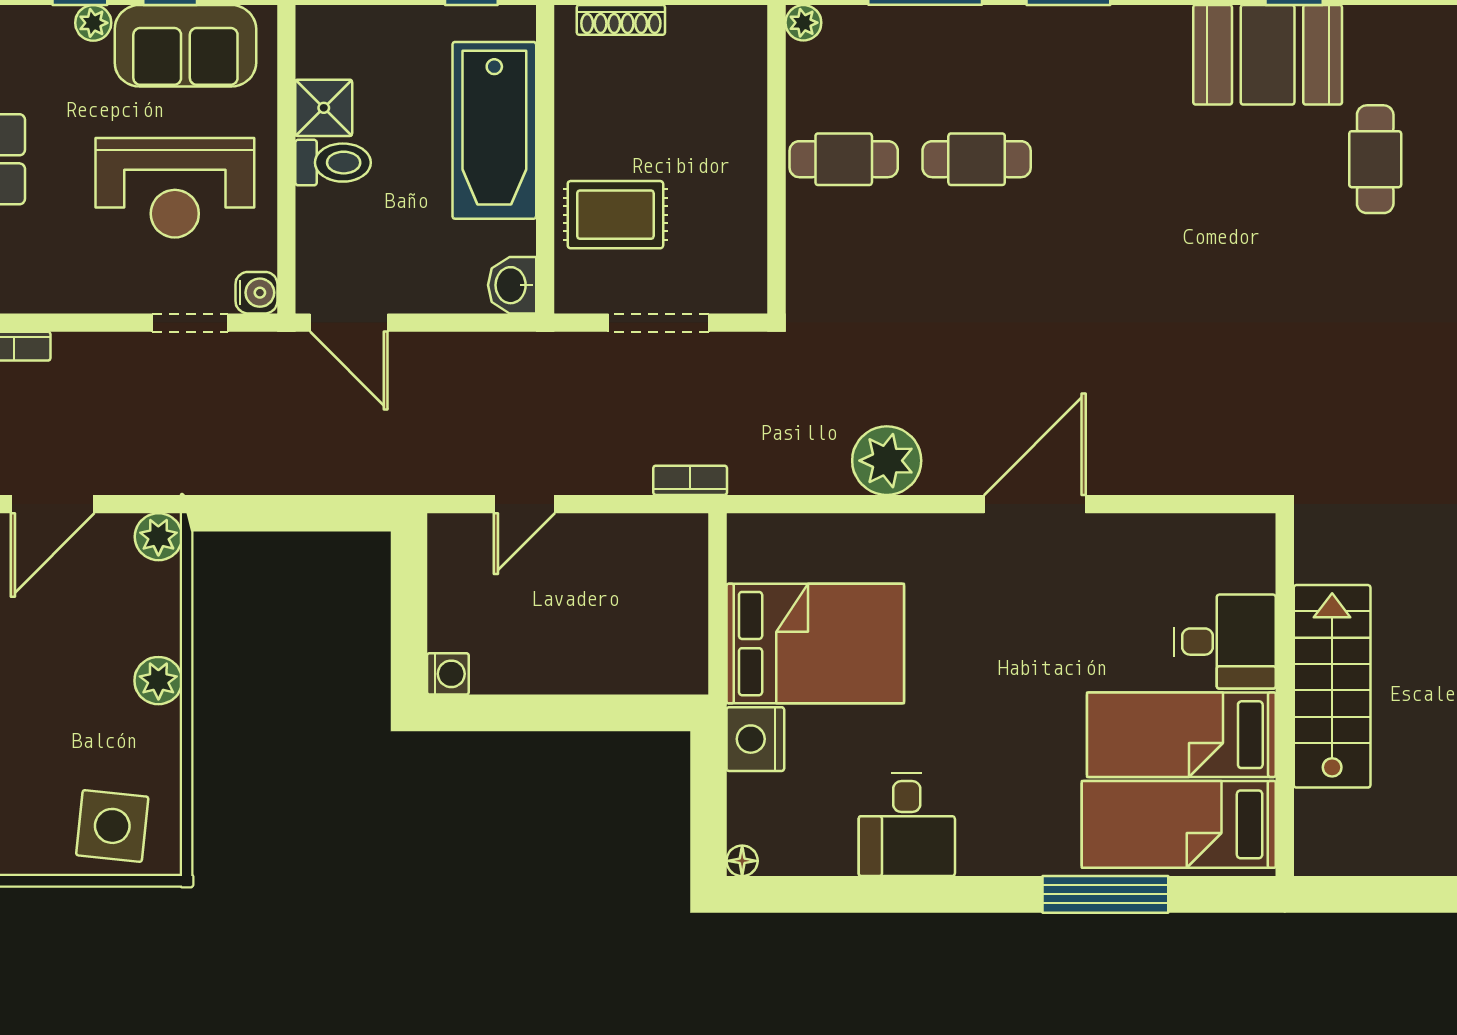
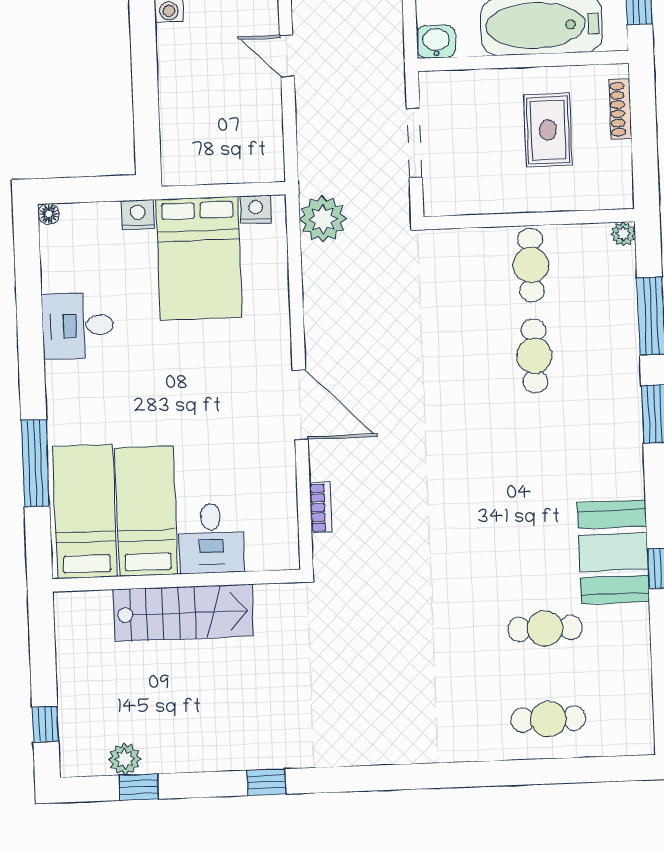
rug: (615, 215) -> (548, 130), moved
plant: (887, 461) -> (323, 219), moved
bookcase: (690, 480) -> (320, 507), moved
nightstand: (747, 558) -> (256, 209), added
nightstand: (755, 739) -> (138, 215), width x0.74, depth x0.75

